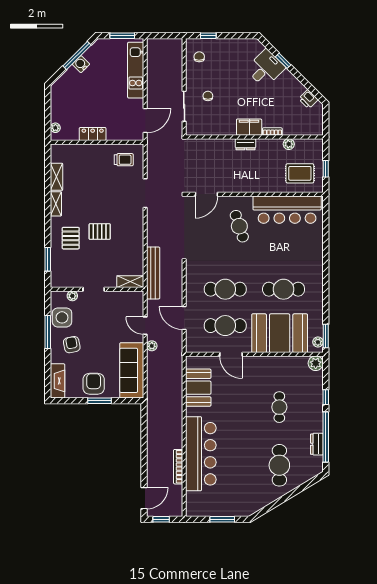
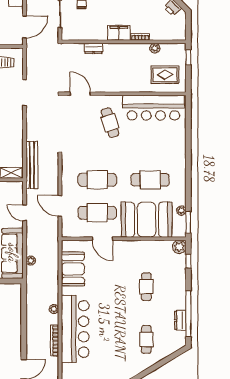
dresser: (246, 144) -> (94, 48), moved
window: (326, 169) -> (188, 57), moved
door: (206, 194) -> (80, 94), swing flipped
plant: (318, 342) -> (181, 211), moved
plant: (152, 346) -> (31, 261), moved
window: (326, 397) -> (188, 261), moved
plant: (177, 432) -> (54, 309), added
cafe table: (279, 465) -> (146, 339), width x0.73, depth x0.74

